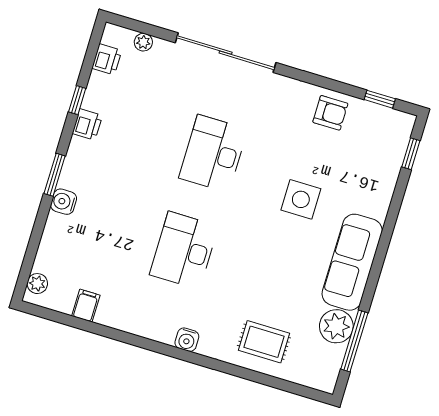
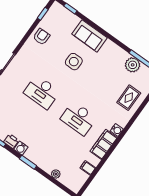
water cooler: (64, 202) -> (21, 148), moved
sofa: (352, 262) -> (90, 36), moved, width x0.73
plant: (37, 284) -> (56, 174), moved
filing cabinet: (147, 322) -> (104, 144), added

